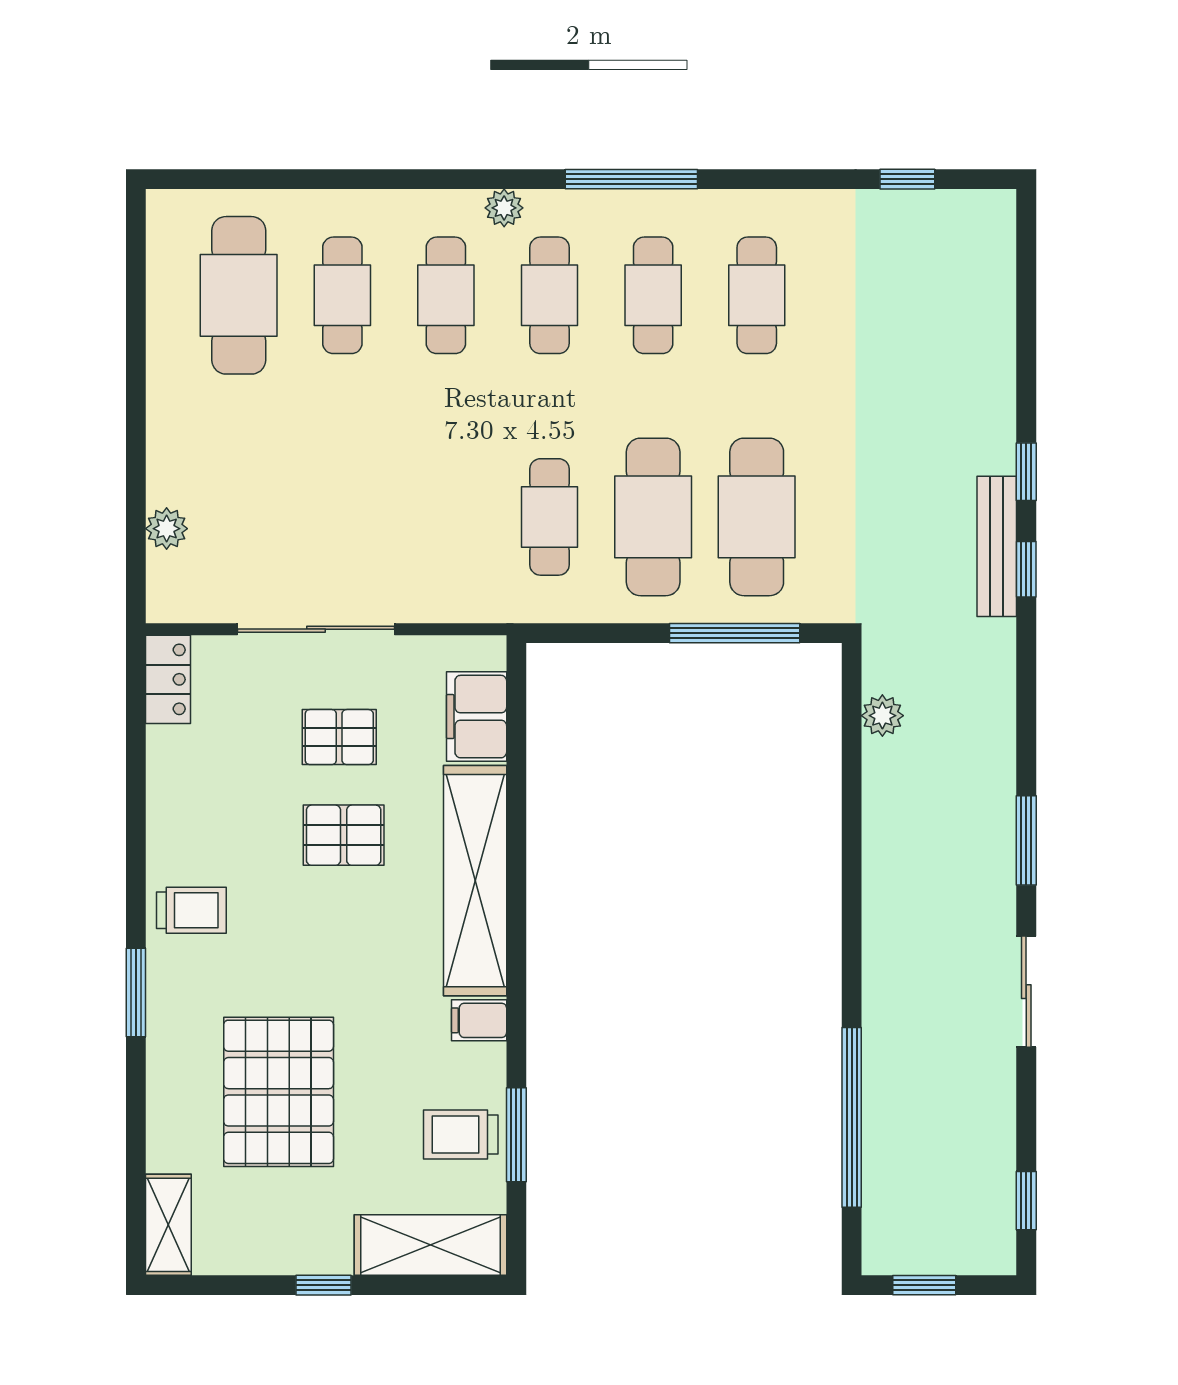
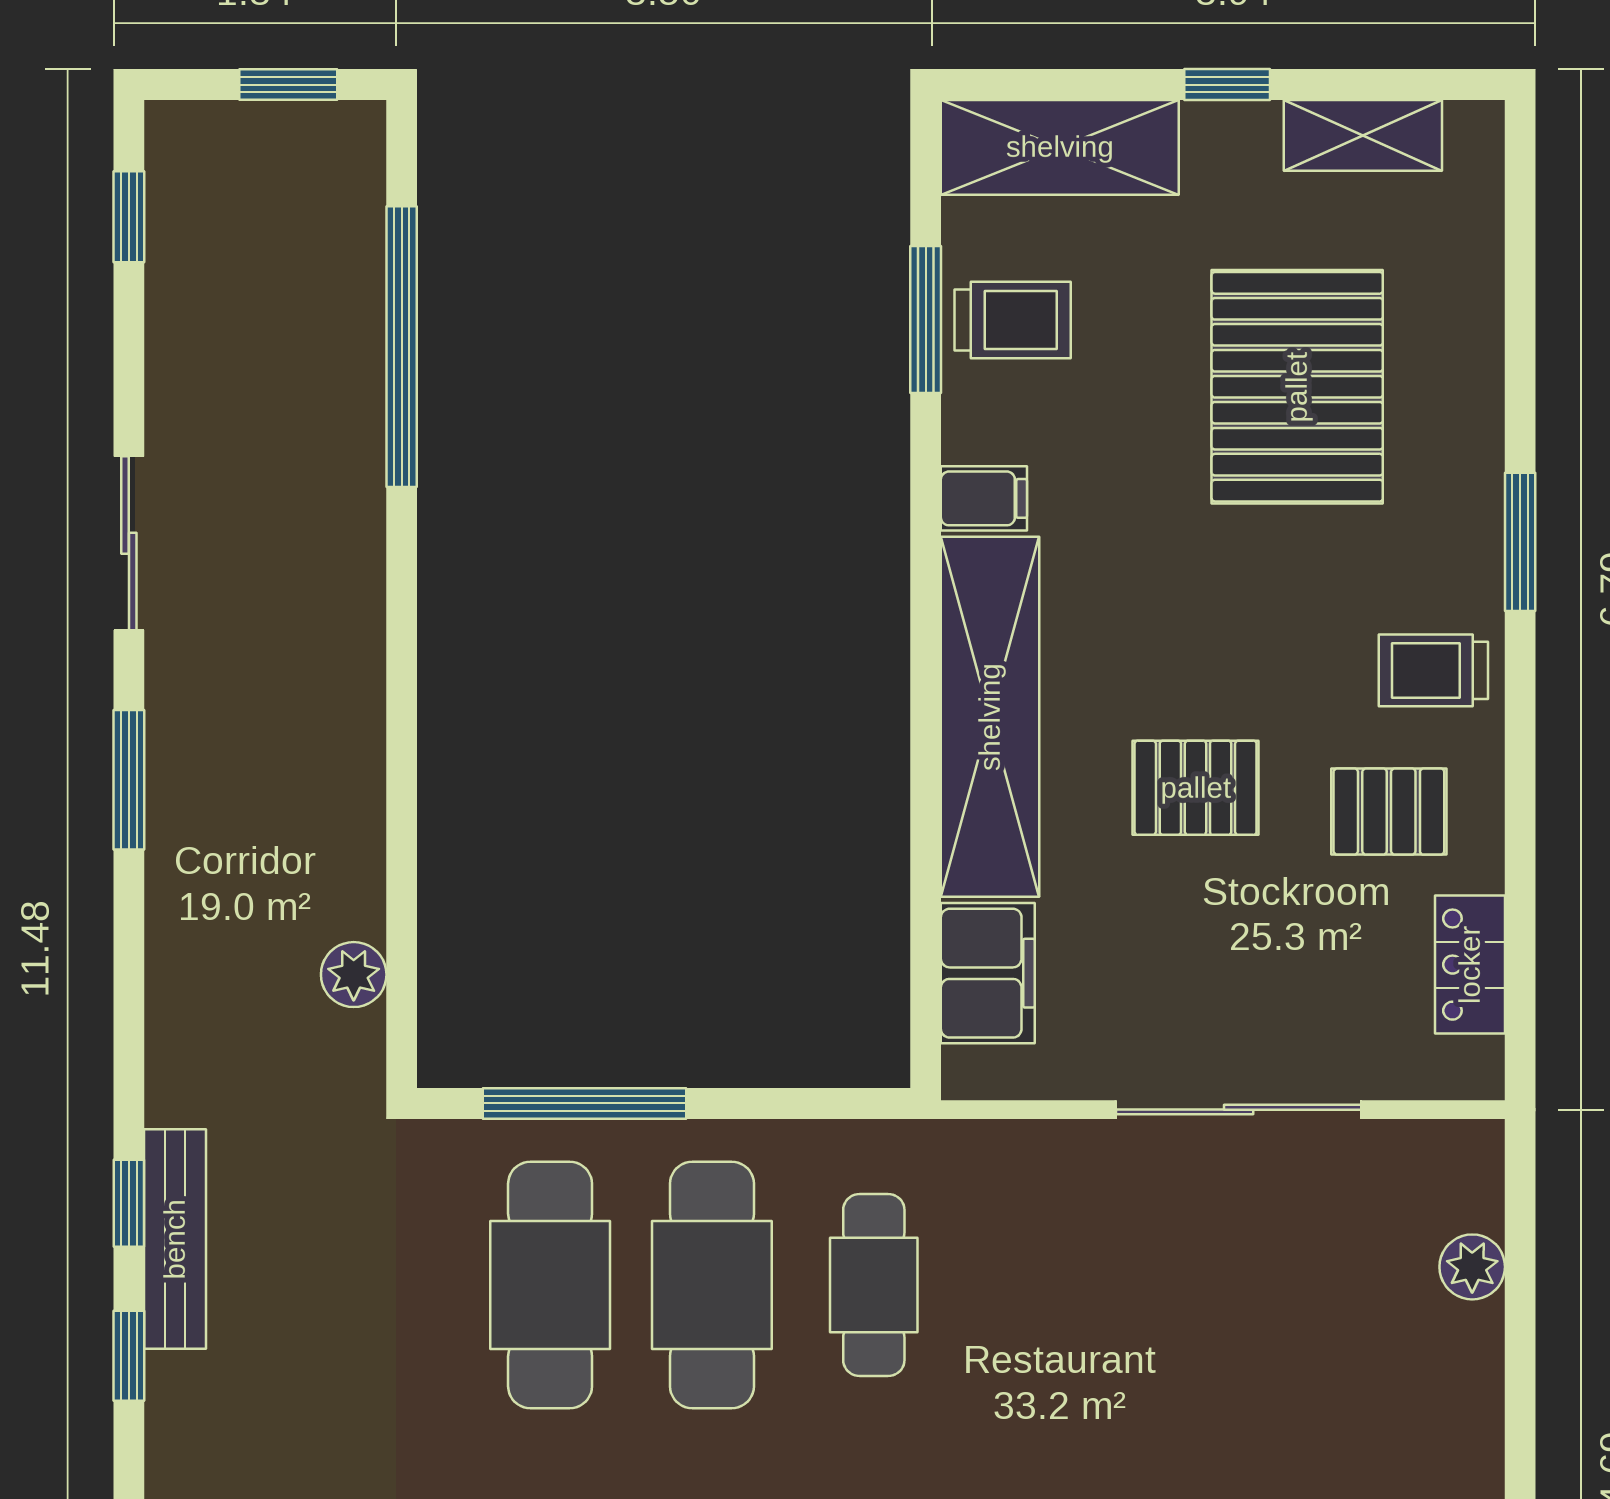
locker: (168, 679) -> (1470, 965), moved
pallet: (339, 737) -> (1389, 812), moved
shelving: (168, 1225) -> (1363, 135), moved, turned 90

